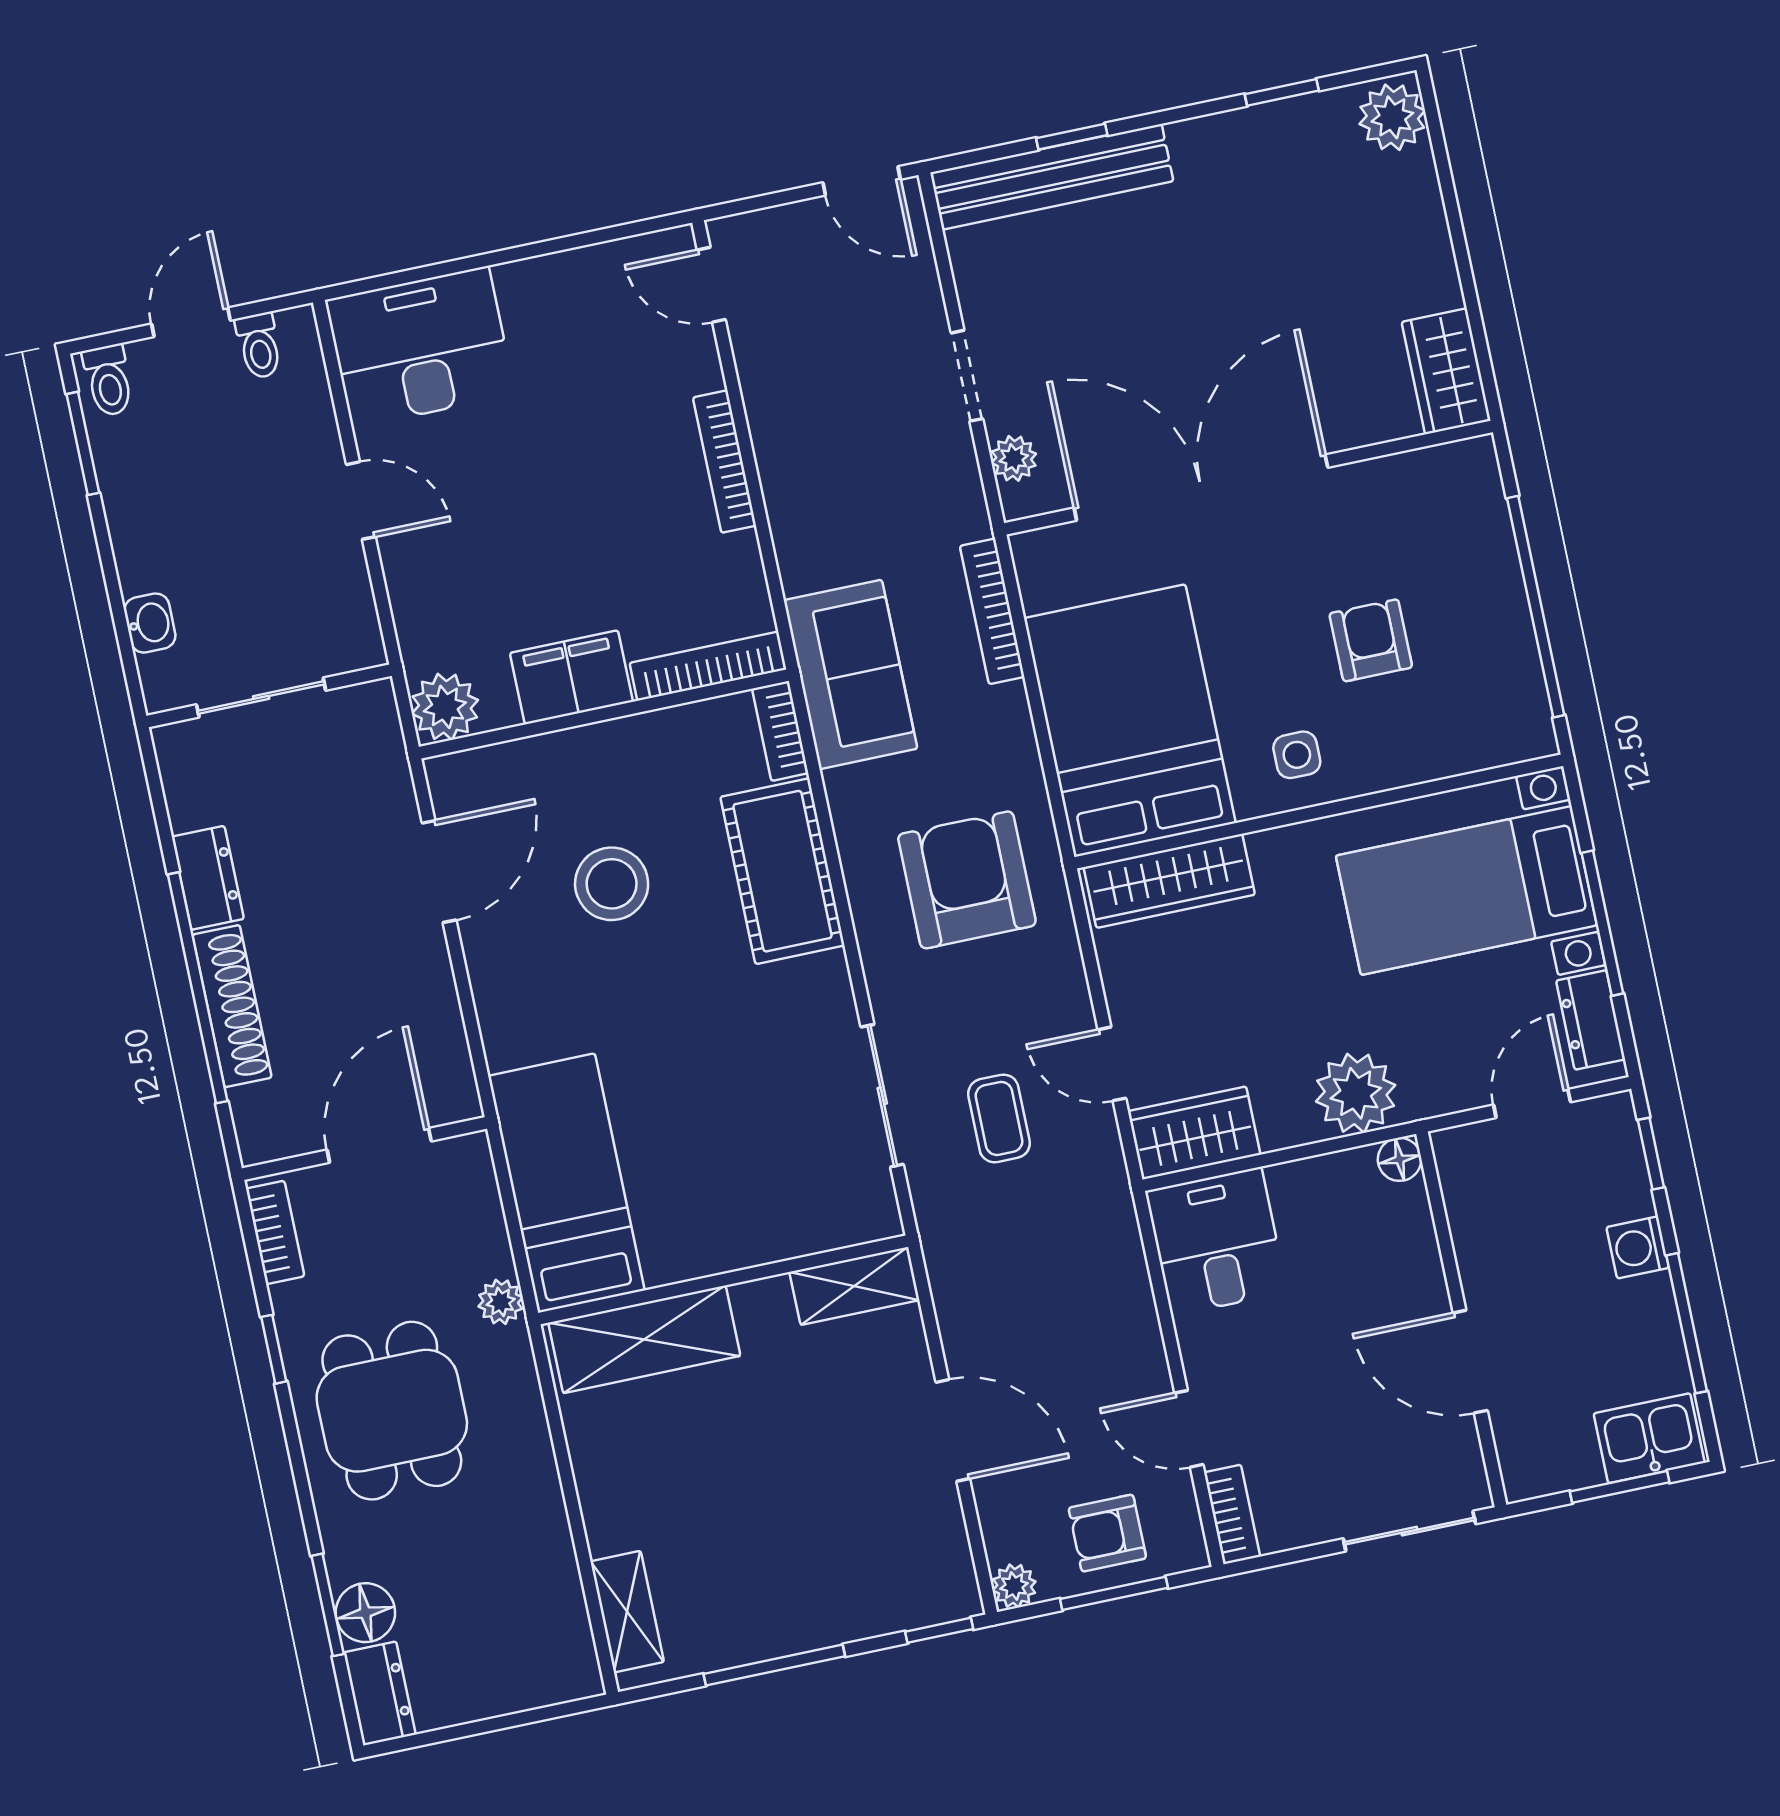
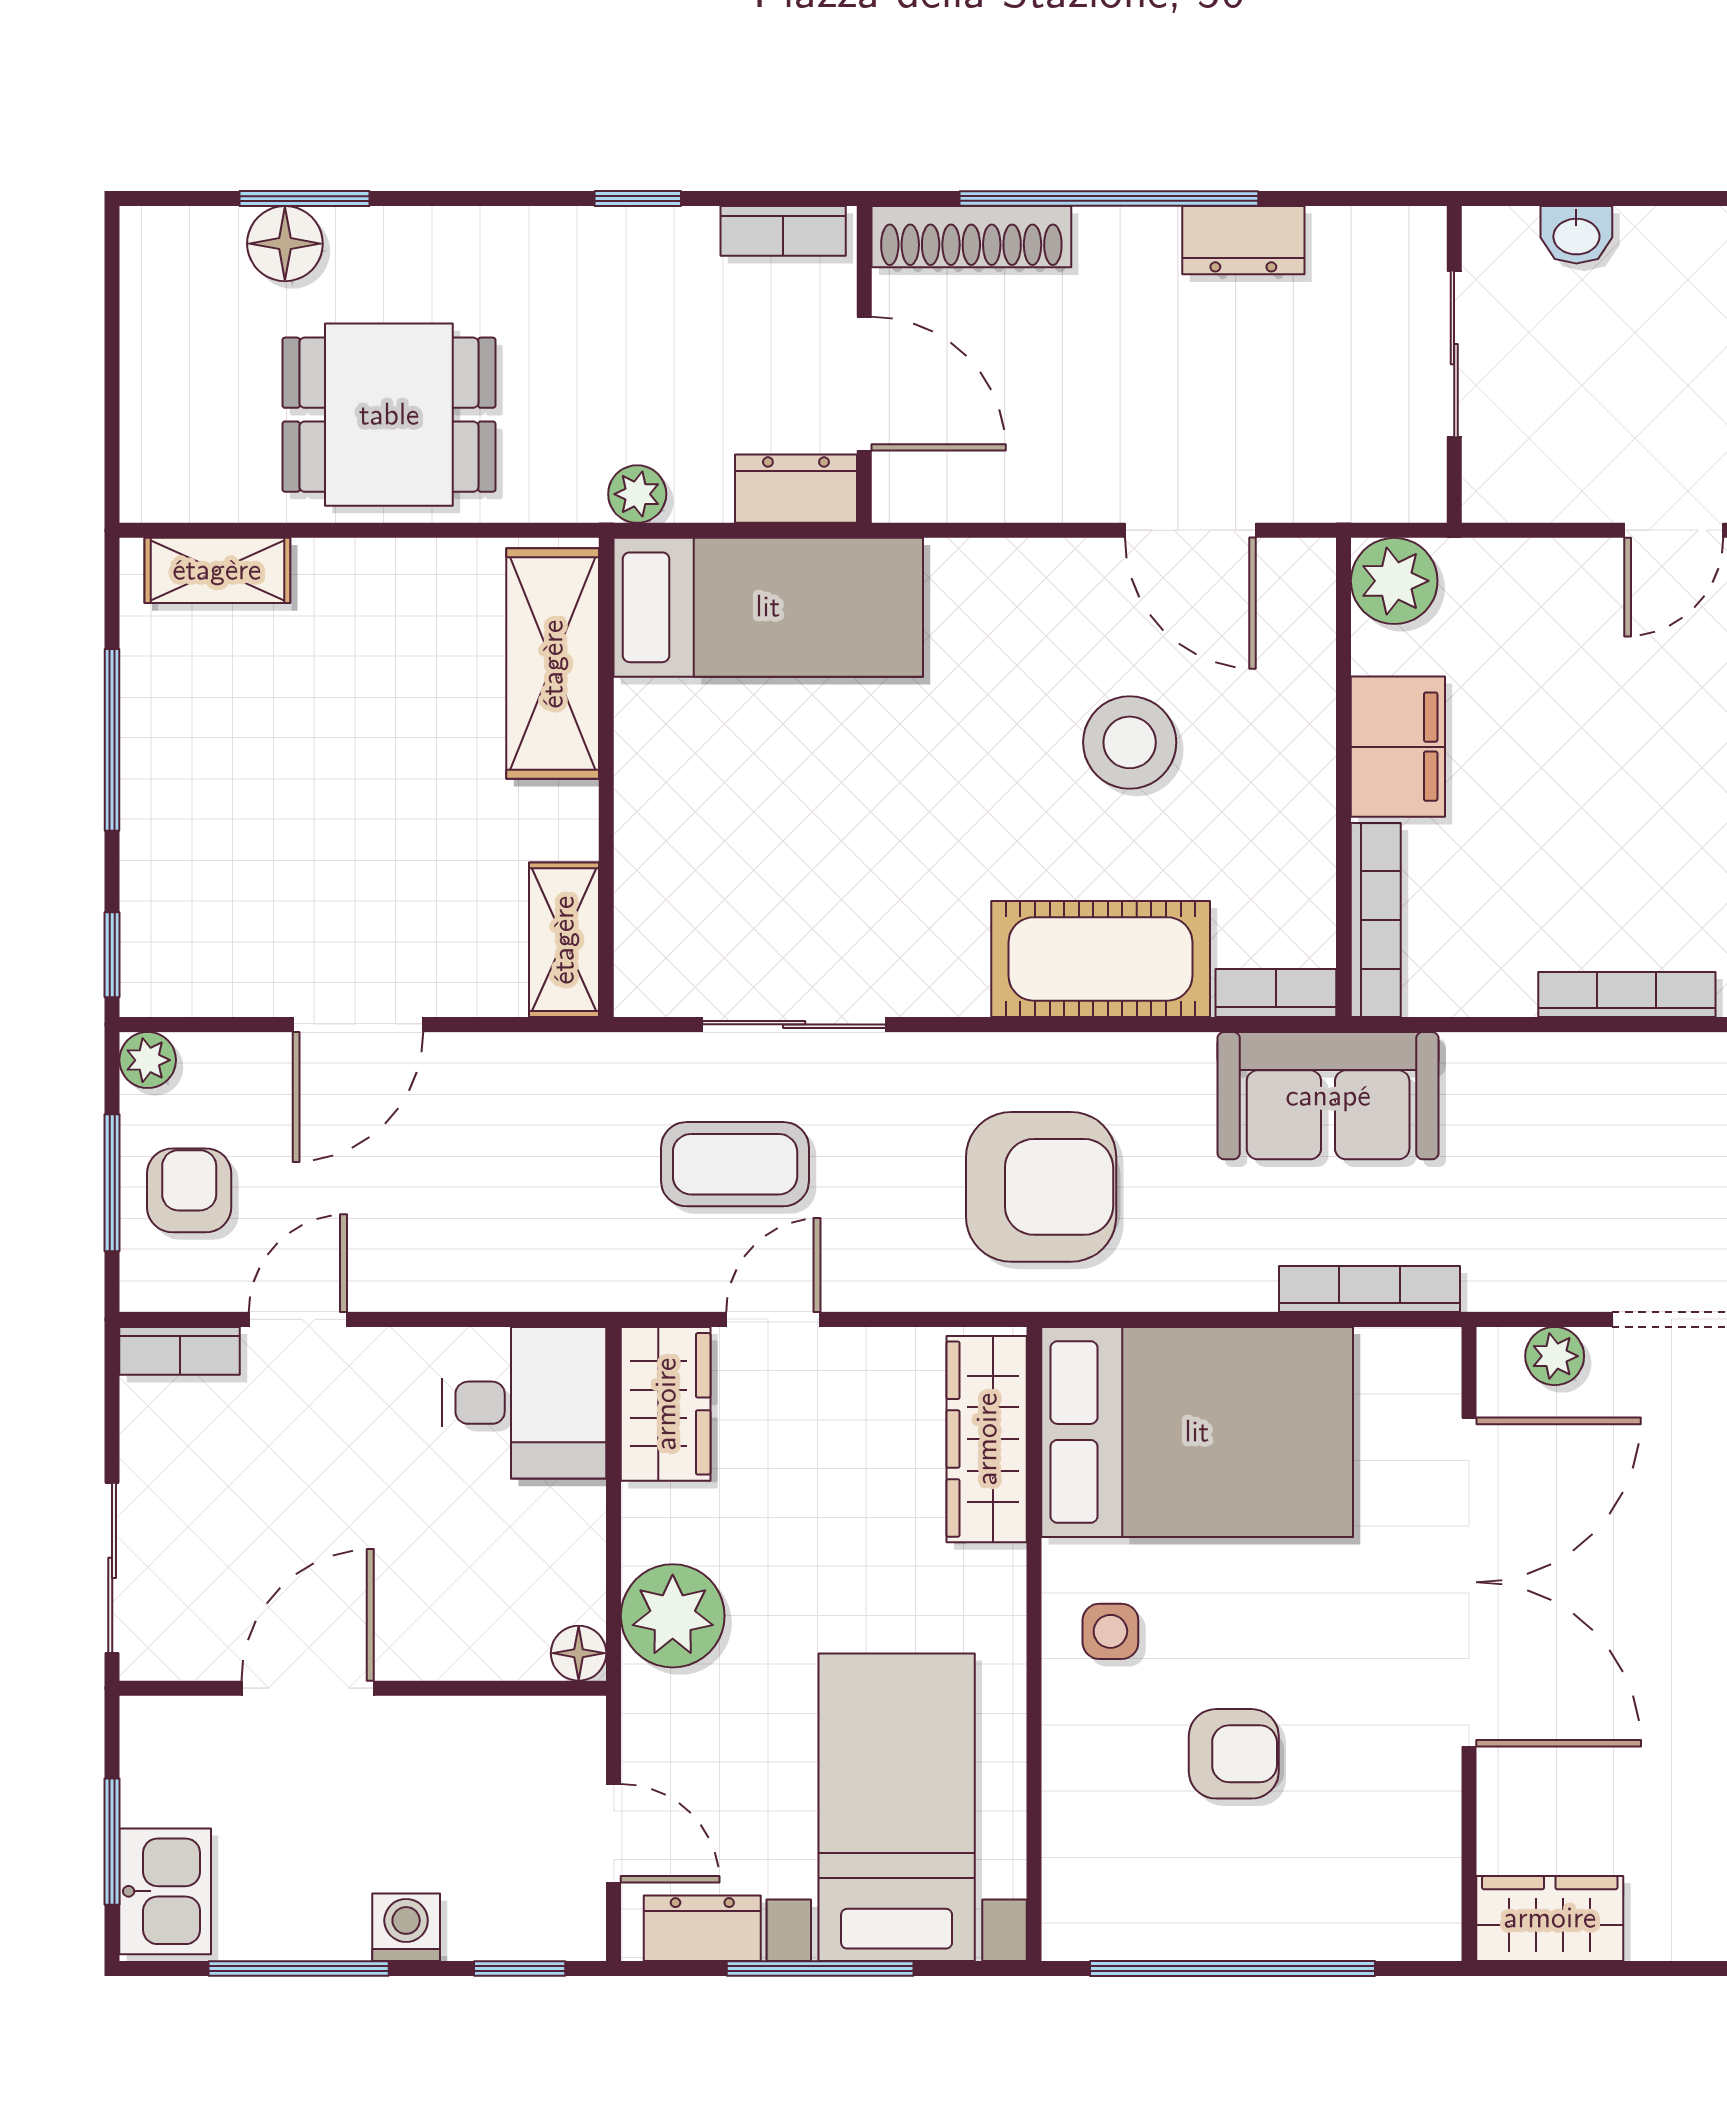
shoe rack: (232, 1006) -> (971, 237), moved
coffee table: (999, 1118) -> (735, 1164), width x1.36, depth x1.30
dining table: (392, 1411) -> (389, 415), moved
dresser: (380, 1693) -> (796, 489), moved, turned 180

